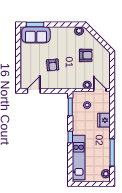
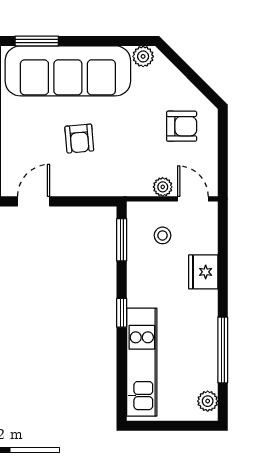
sofa: (36, 35) -> (68, 71), width x1.85, depth x1.27
armchair: (86, 55) -> (182, 126), moved

